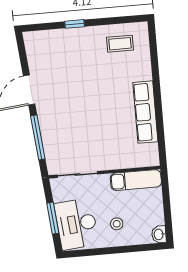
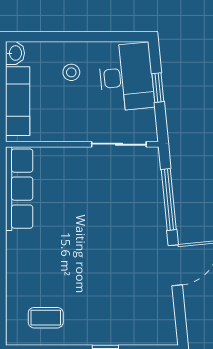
row of seats: (145, 112) -> (19, 189), moved
exam couch: (136, 180) -> (18, 101), moved, turned 90
window: (53, 218) -> (158, 88), width x0.67

